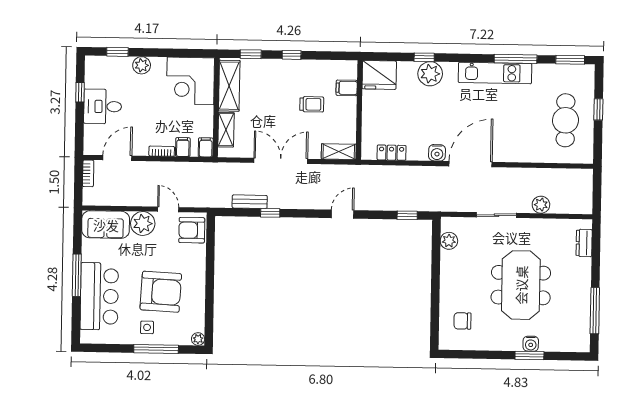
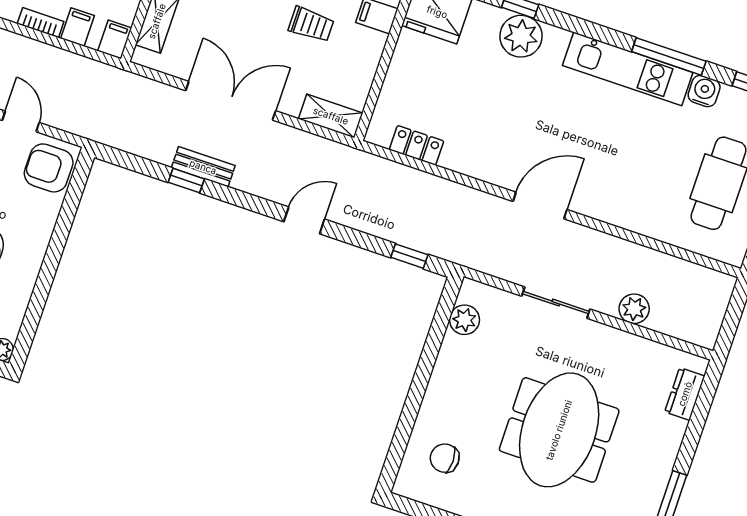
water cooler: (437, 153) -> (704, 91), moved, turned 180
door: (470, 164) -> (540, 205), width x0.73
bench: (250, 202) -> (203, 167), moved

